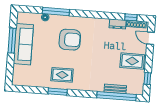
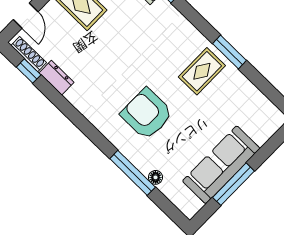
rug: (62, 75) -> (202, 71), turned 90

